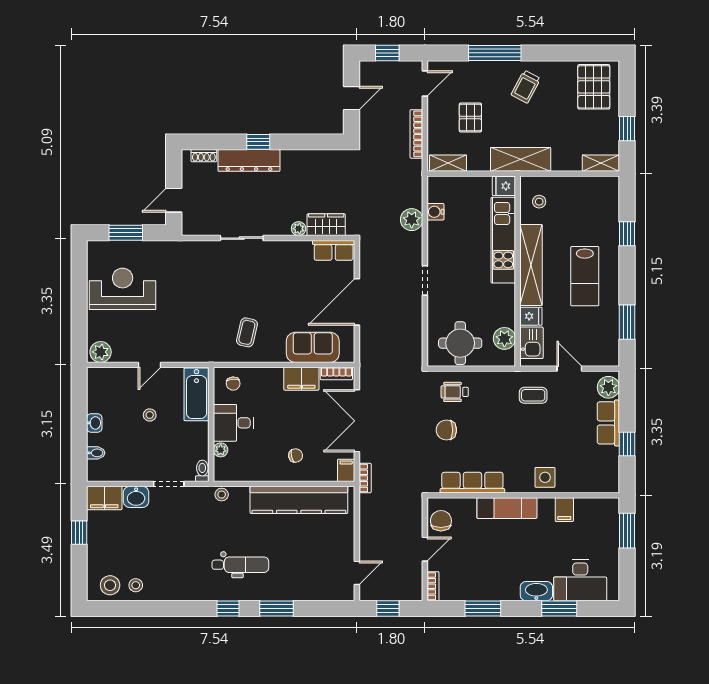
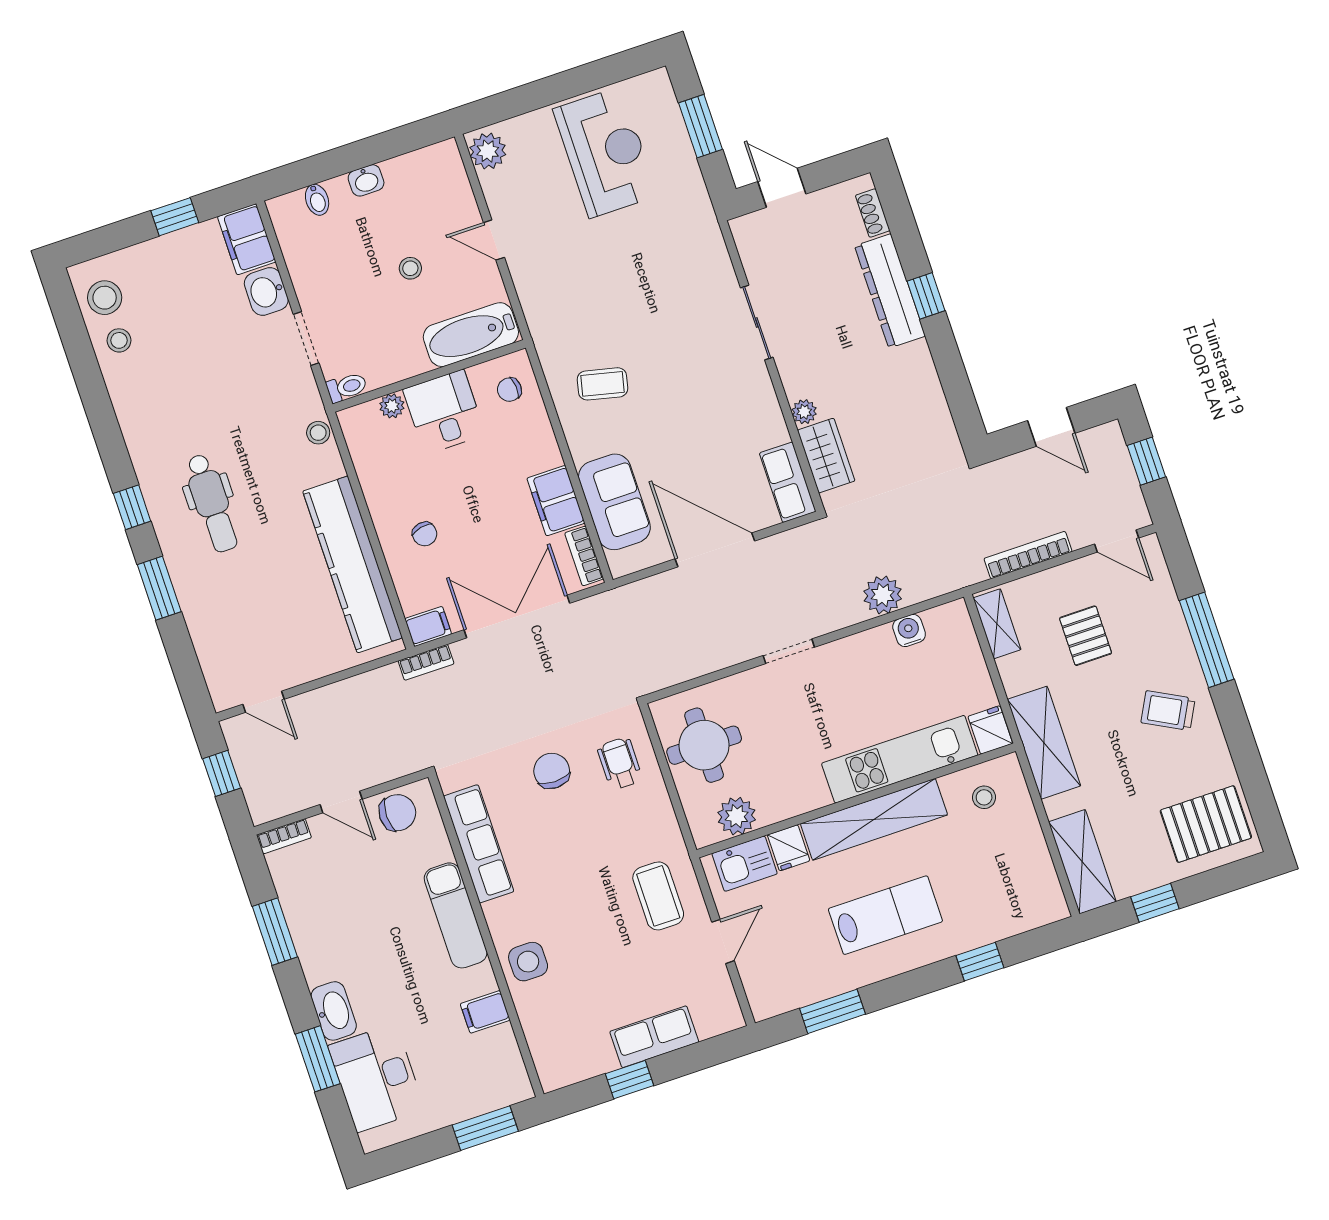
pallet: (470, 118) -> (1086, 636), turned 90
shelving: (601, 163) -> (1082, 862), width x1.50, depth x1.33
lab bench: (585, 276) -> (885, 915), turned 180
plant: (608, 387) -> (714, 1017), removed
coffee table: (533, 395) -> (658, 896), width x1.36, depth x1.30

